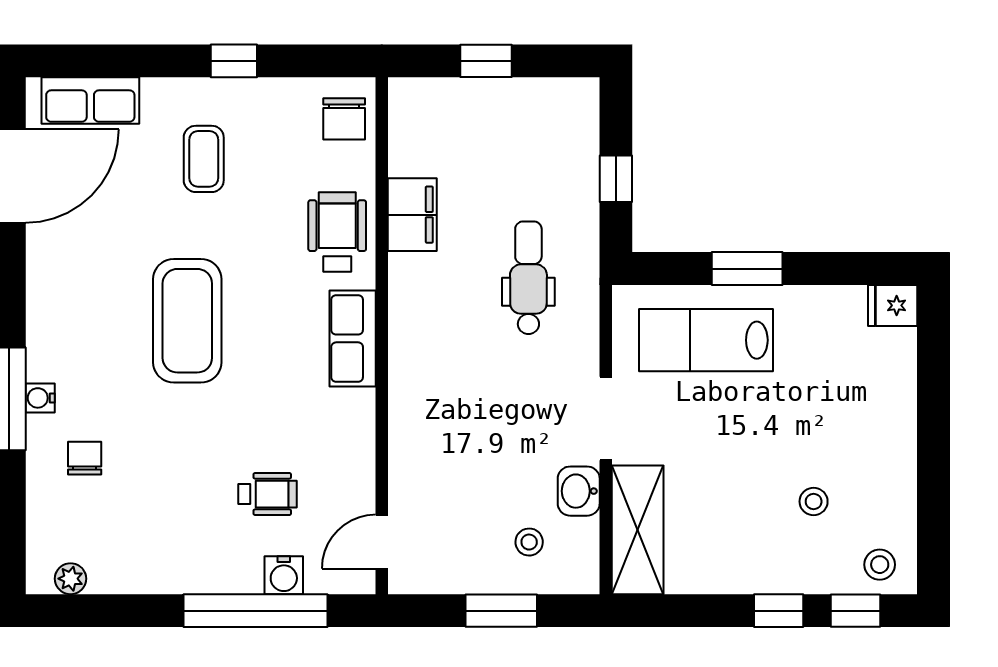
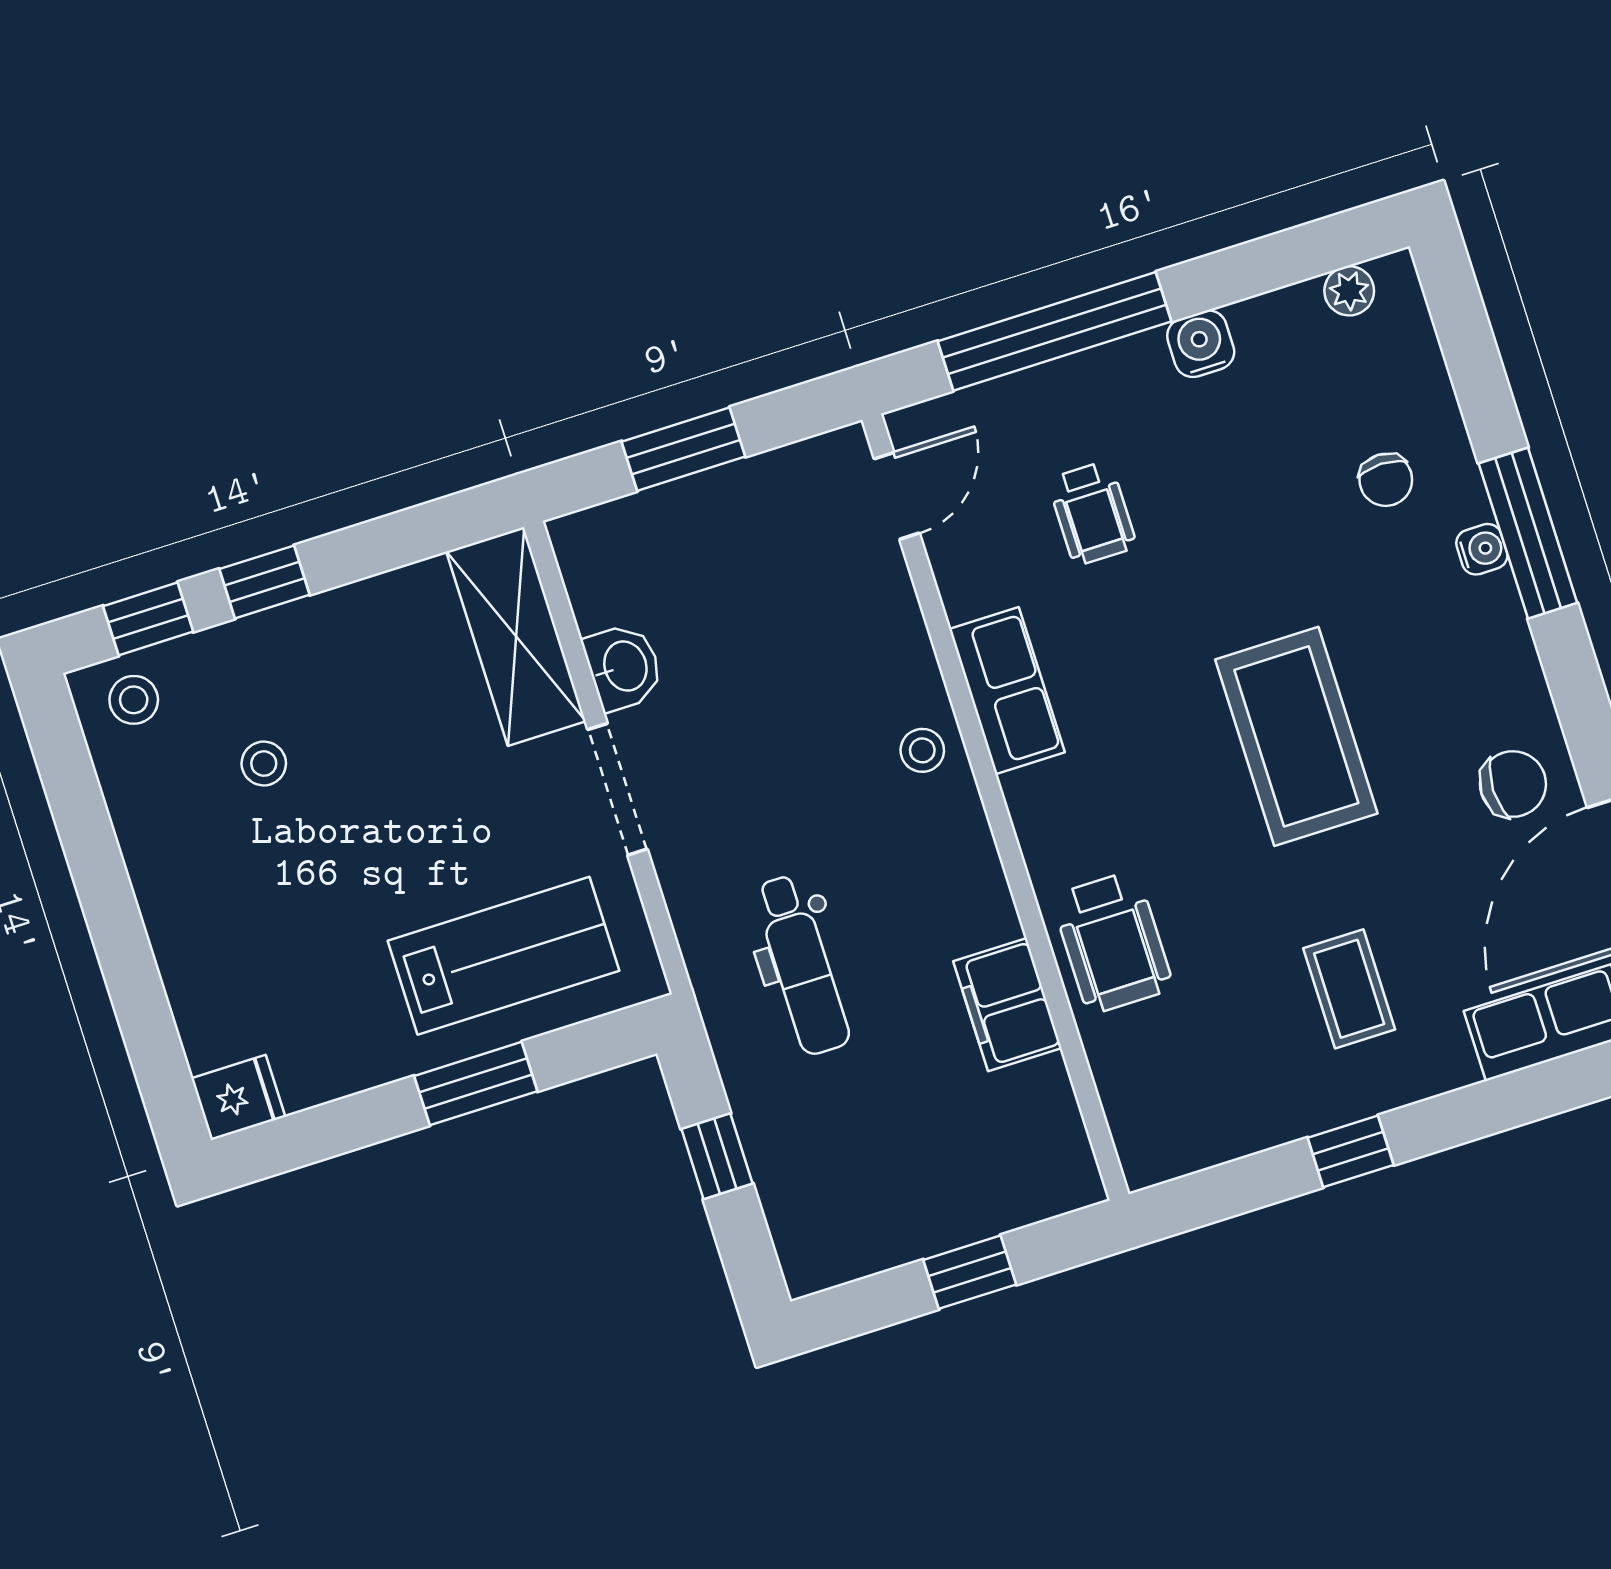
chair: (344, 119) -> (1513, 784), moved, turned 90
row of seats: (353, 338) -> (1007, 691), moved
wheelchair: (268, 494) -> (1092, 513), turned -90
stool: (529, 542) -> (922, 750), moved
water cooler: (284, 575) -> (1201, 344), moved

